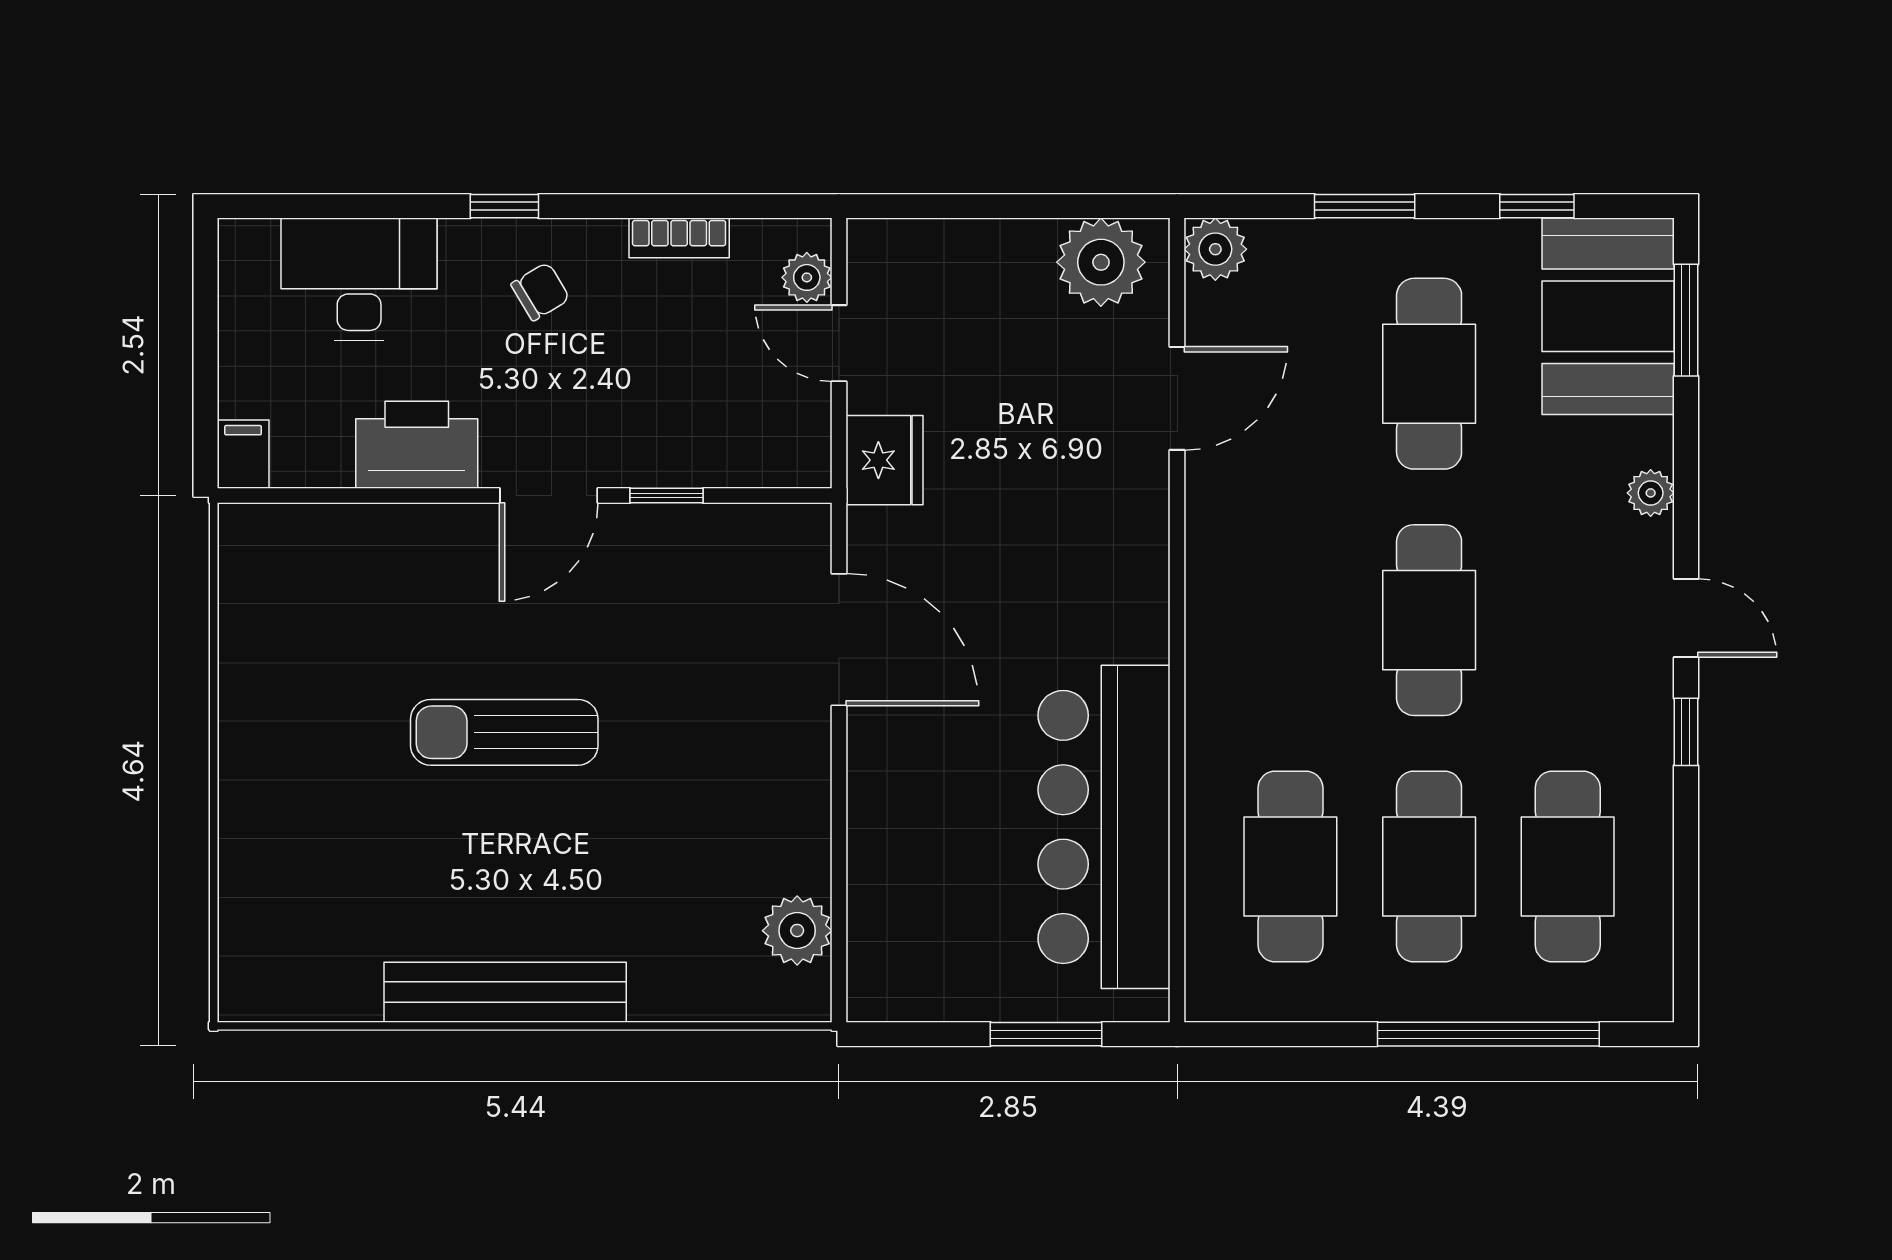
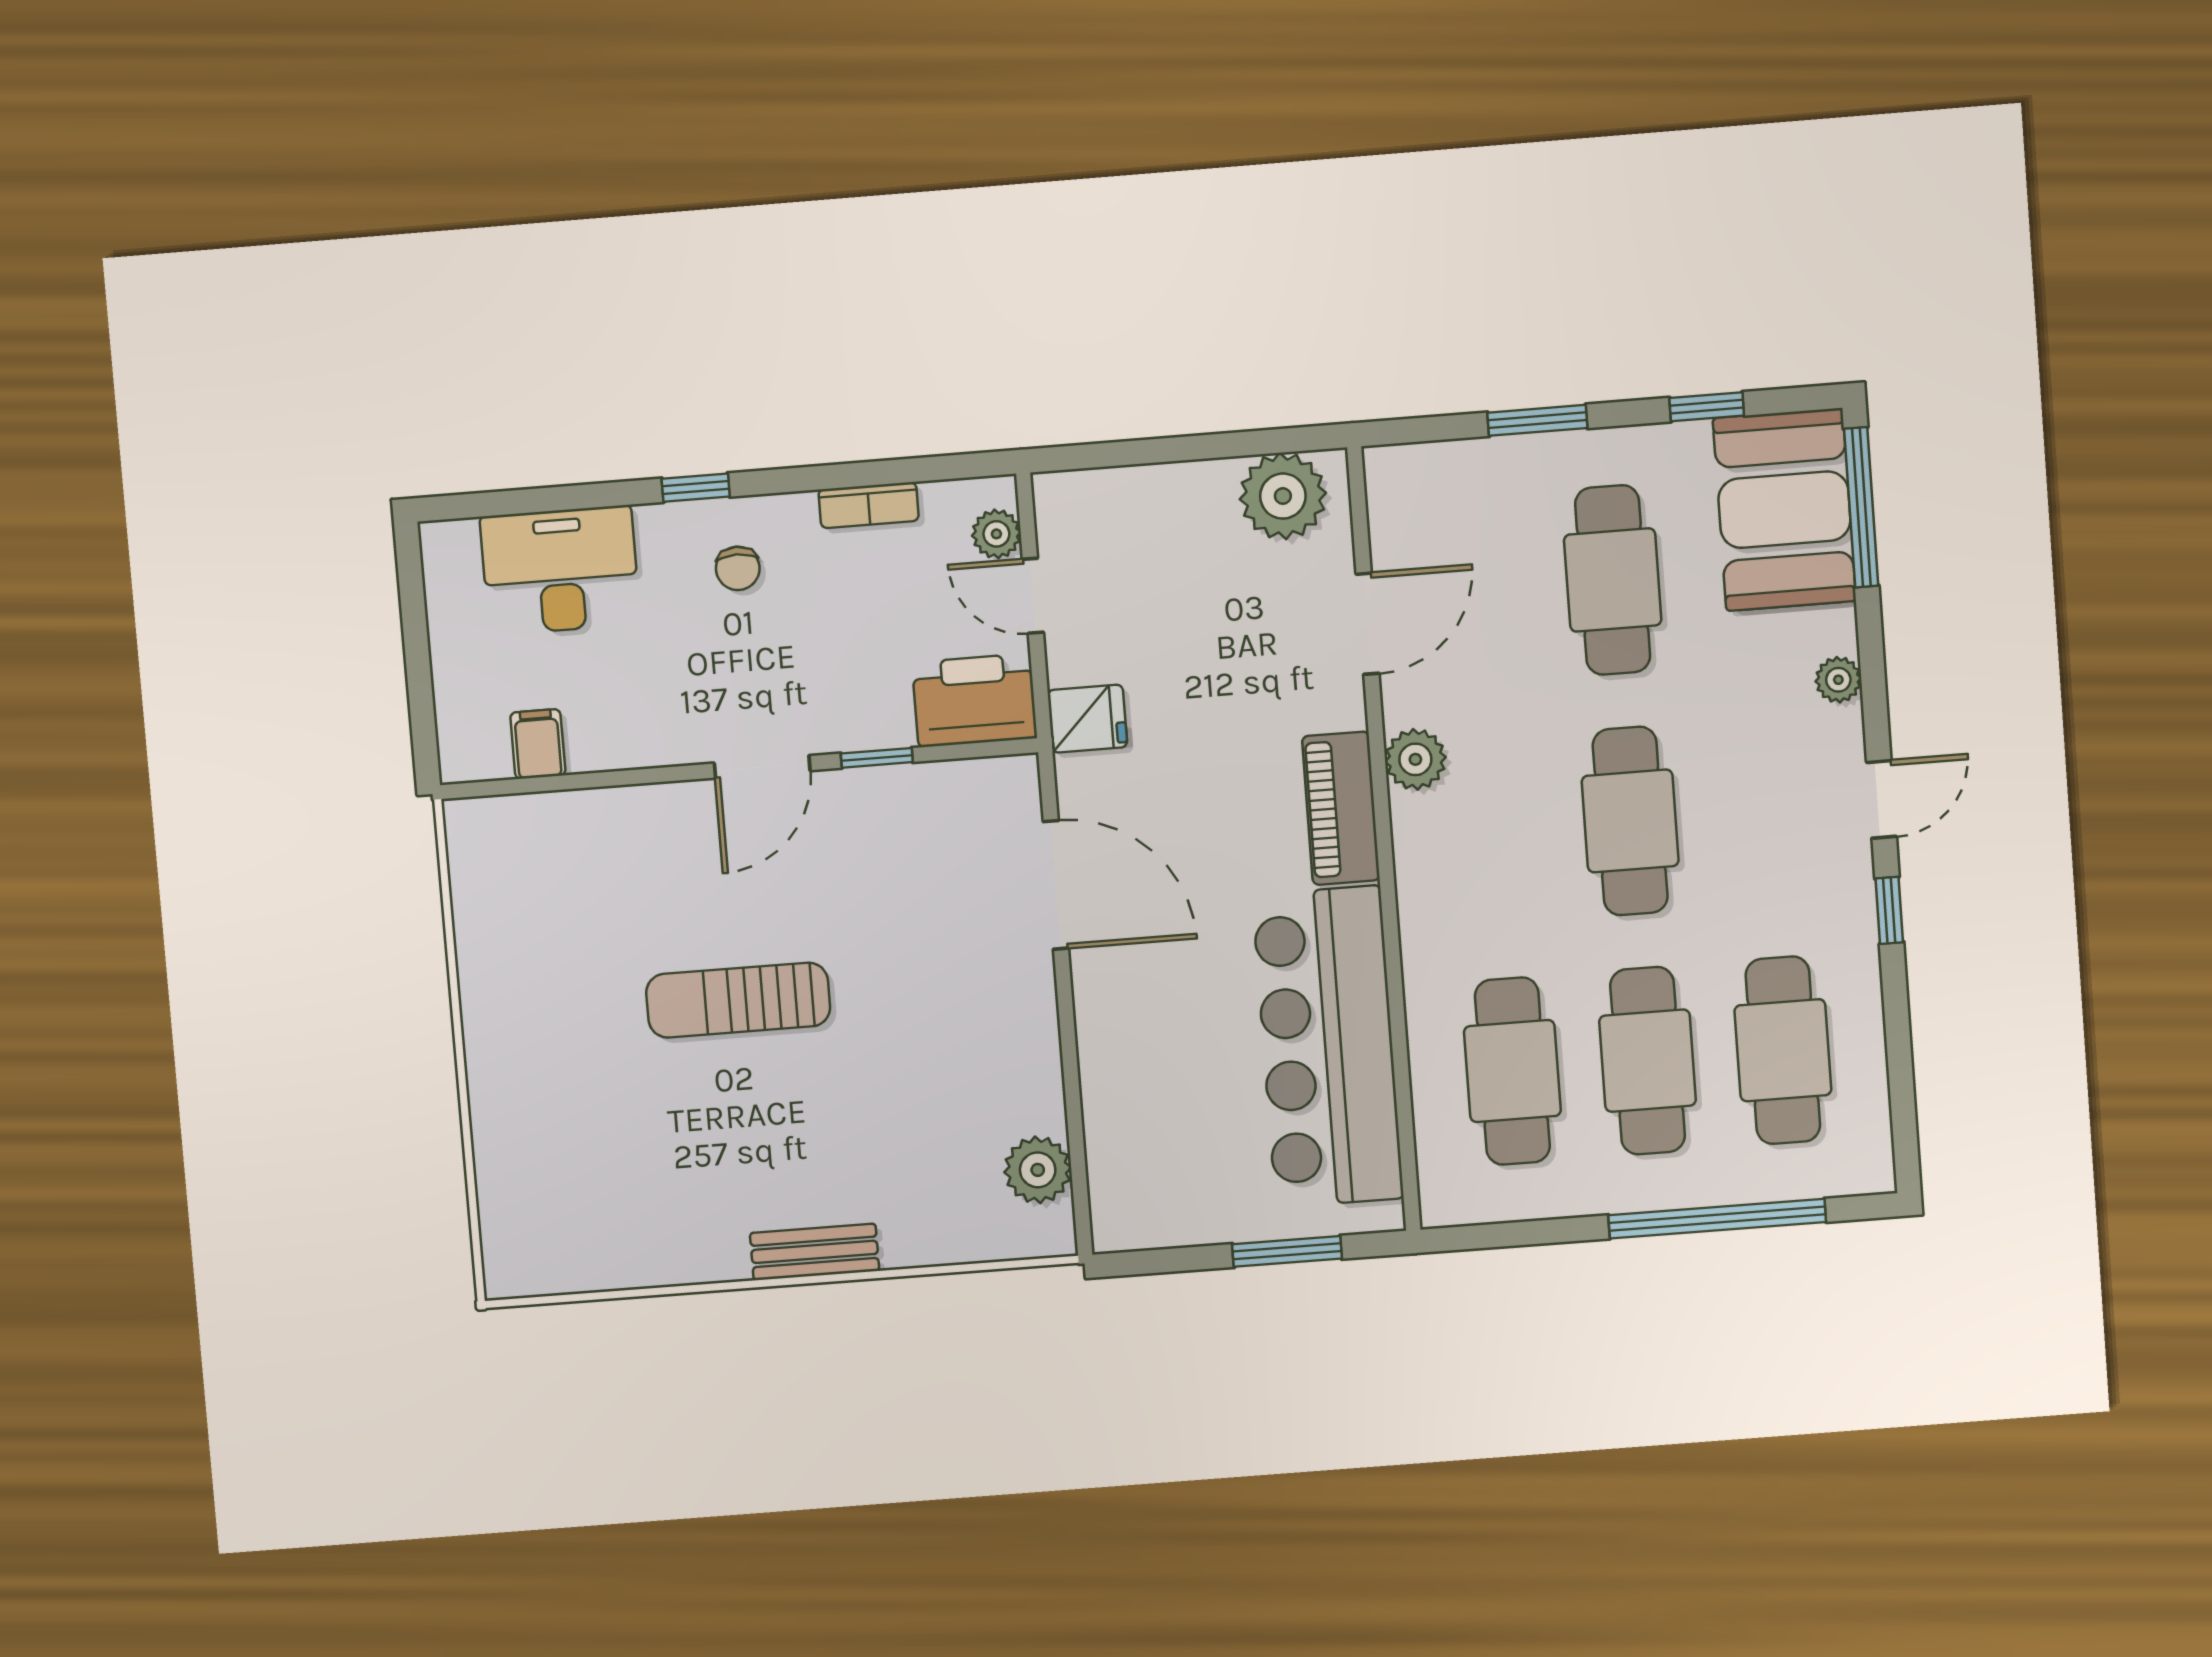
plant: (1215, 249) -> (1415, 759), moved
chair: (540, 292) -> (738, 568), turned 121
window: (1686, 320) -> (1861, 507), width x1.44
printer: (417, 445) -> (975, 700), moved
filing cabinet: (243, 454) -> (538, 744), moved
fridge: (885, 460) -> (1087, 719), width x0.72
piano: (1136, 584) -> (1341, 808), added
door: (1686, 618) -> (1882, 799), hinge flipped
bench: (505, 992) -> (815, 1252), width x0.54, depth x0.82

